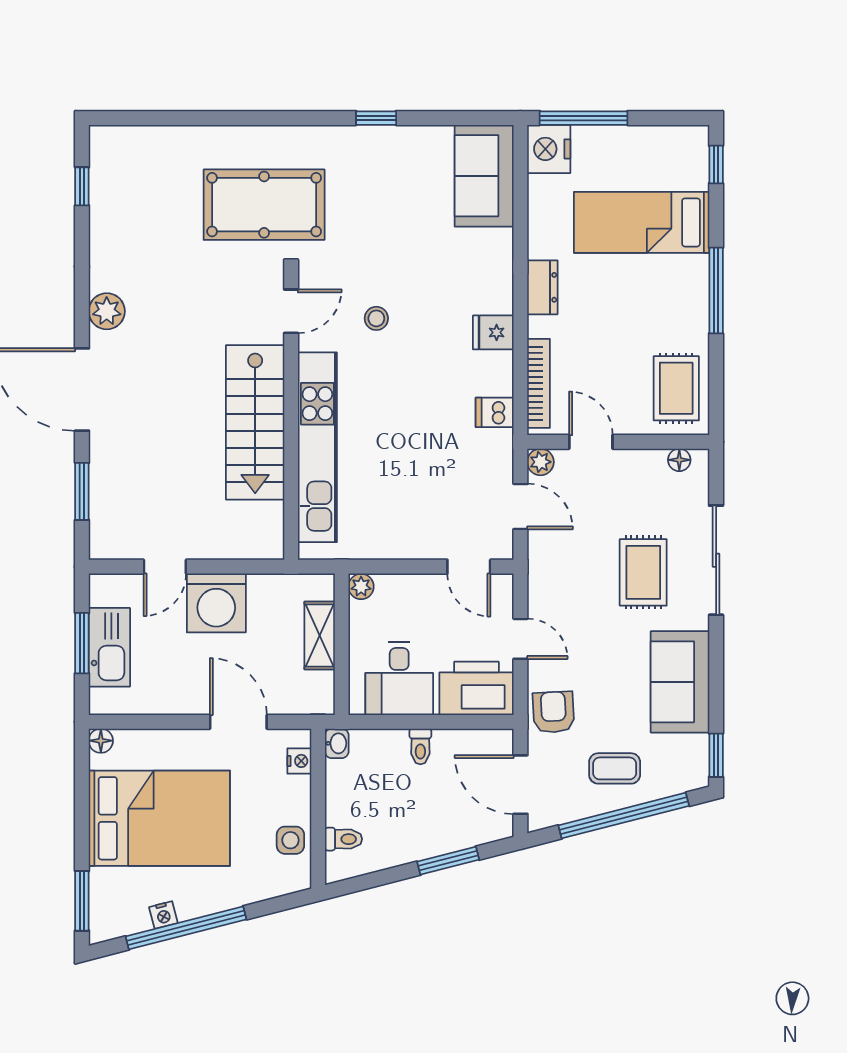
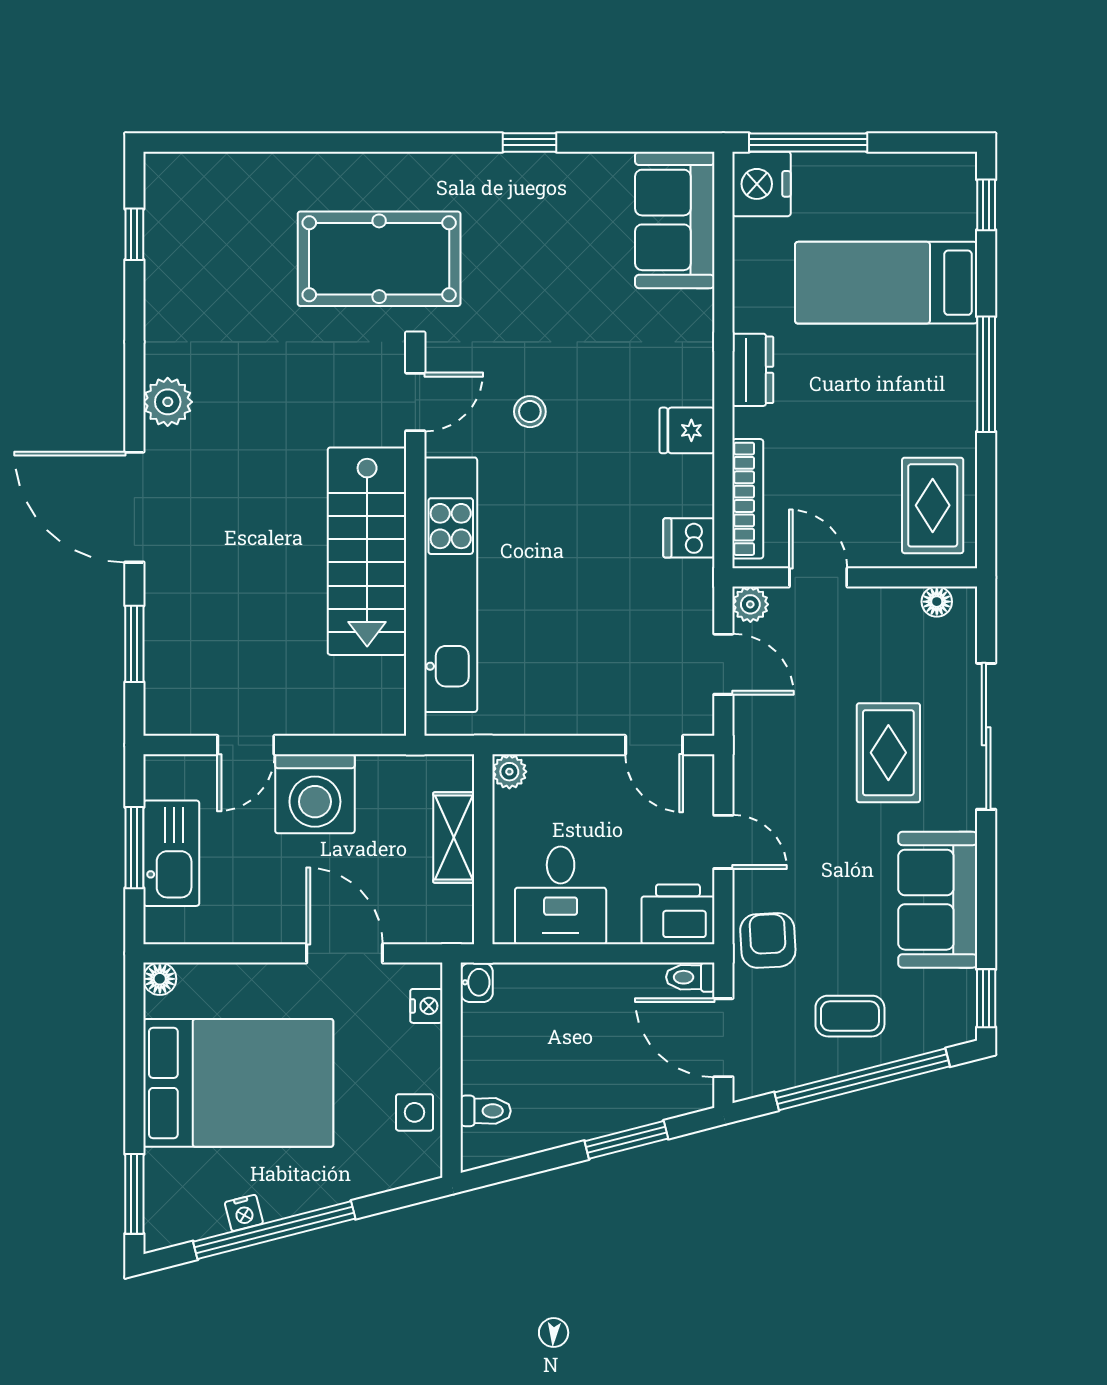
printer: (476, 688) -> (678, 914), width x0.73, depth x0.84
toilet: (420, 746) -> (690, 977), moved, turned 90

